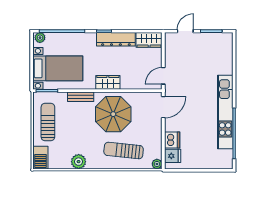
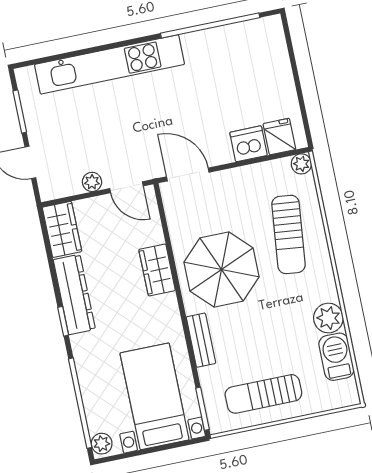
plant: (169, 59) -> (92, 182), added
wardrobe: (108, 82) -> (157, 270), moved
kitchen unit: (225, 112) -> (109, 64), moved
barbecue: (40, 158) -> (336, 357), moved, turned -90

